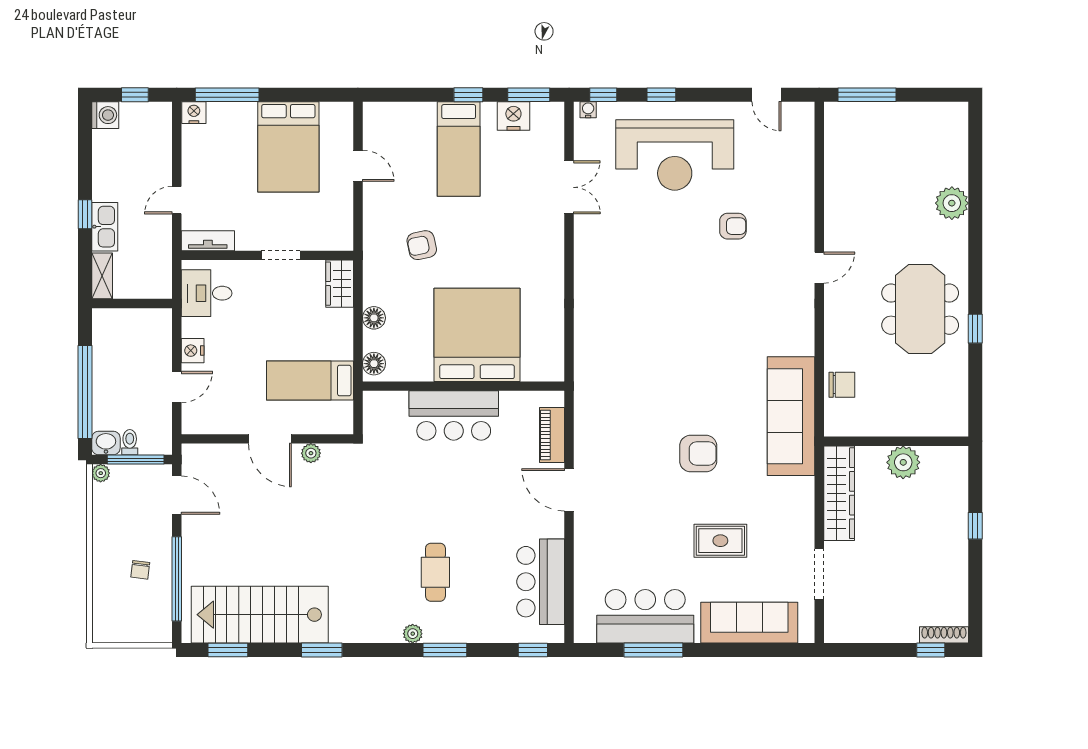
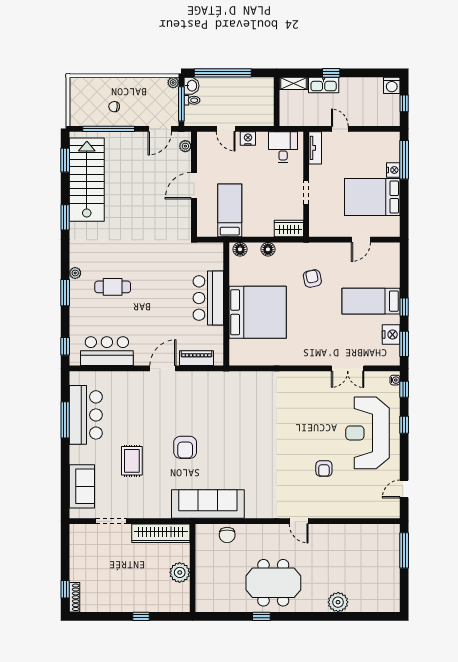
nightstand: (194, 113) -> (393, 170), moved
plant: (311, 453) -> (185, 146), moved
sofa: (749, 623) -> (82, 486), width x0.73

